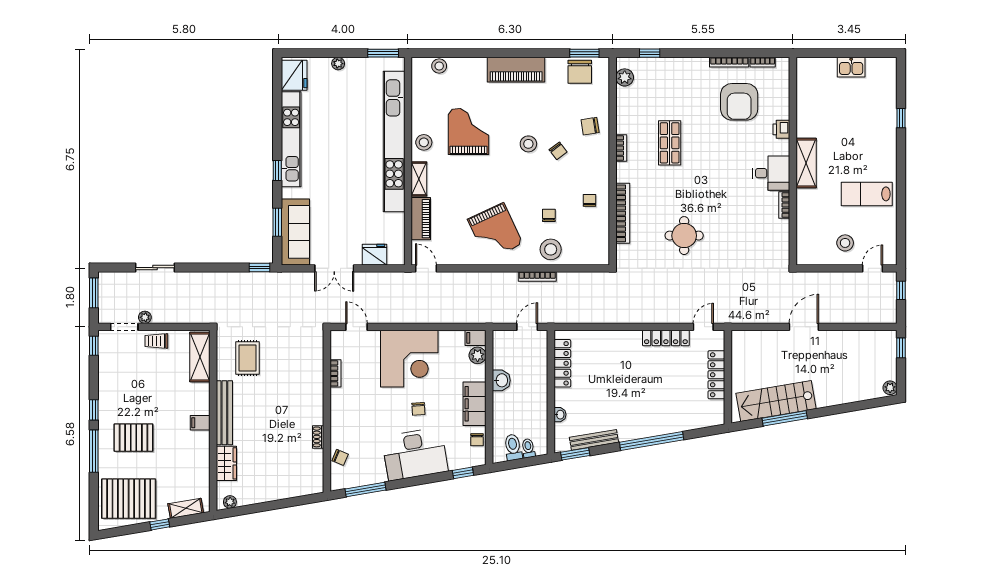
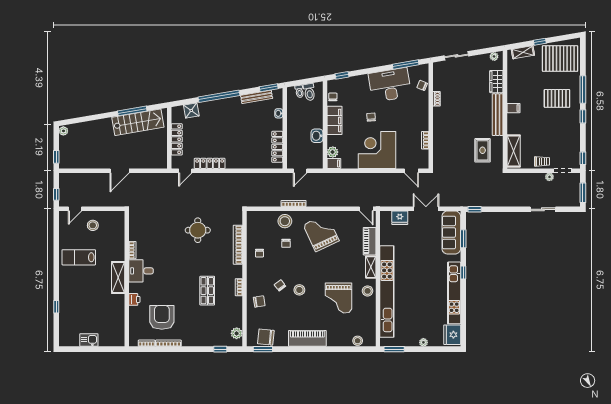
chair: (580, 72) -> (266, 337), turned -84
lab bench: (867, 194) -> (79, 257), turned 180
shower: (694, 419) -> (191, 110), added
desk: (415, 454) -> (390, 85), moved
sliding door: (287, 503) -> (457, 56), added

